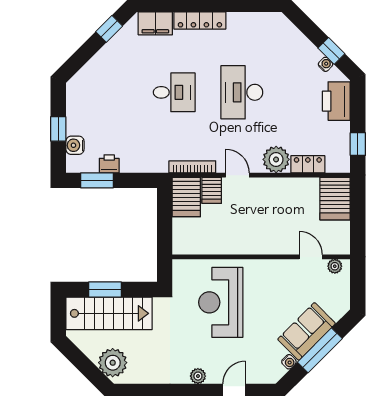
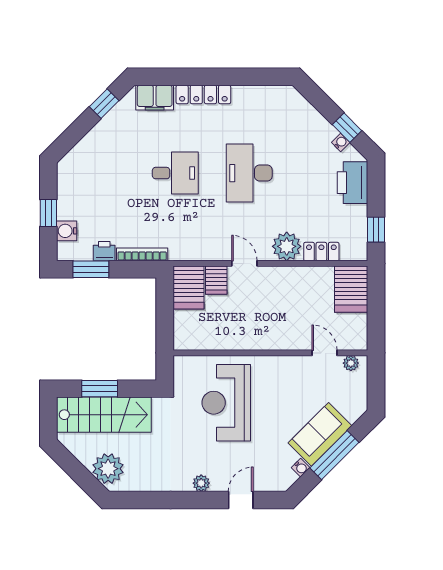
bookcase: (192, 167) -> (142, 254), moved

